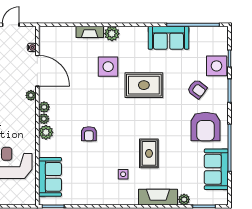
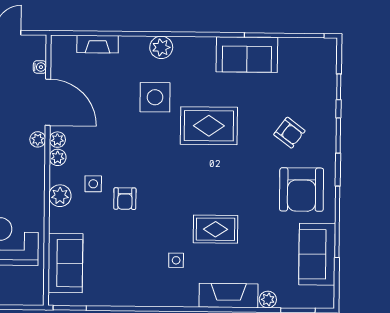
fireplace: (90, 32) -> (98, 44), moved
side table: (217, 66) -> (93, 184), moved, width x0.54, depth x0.54
plant: (44, 119) -> (57, 140), moved
rug: (149, 153) -> (216, 229), turned 90

